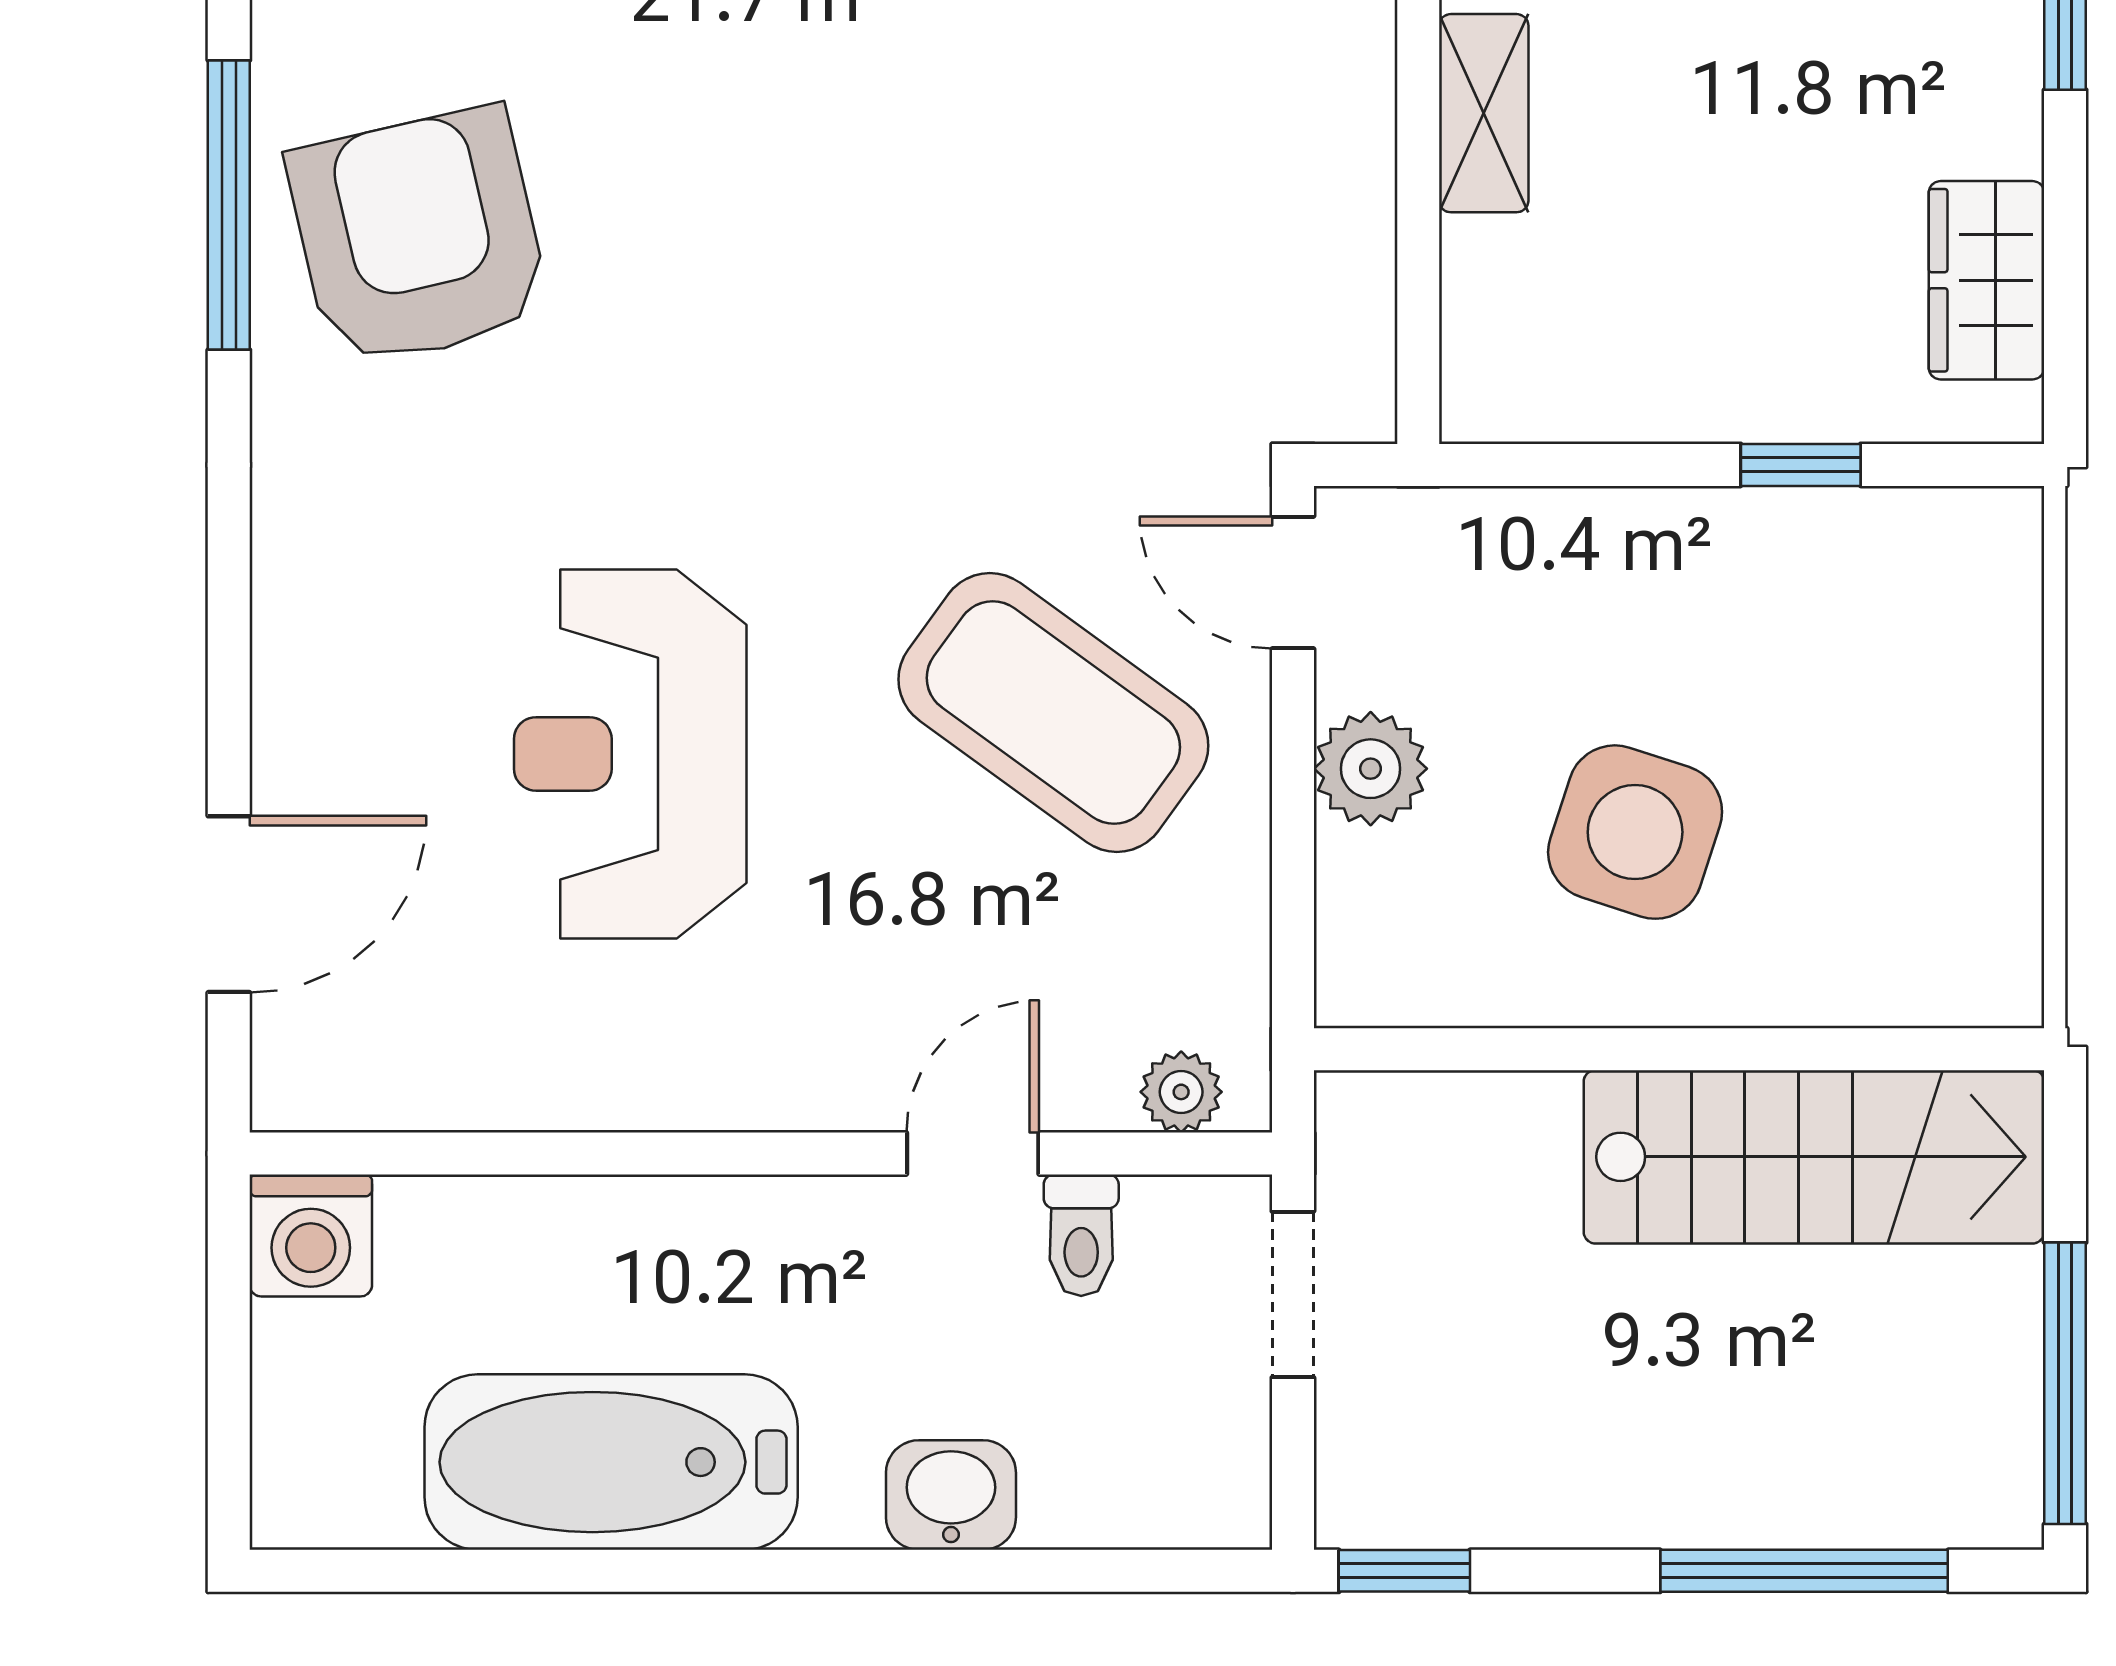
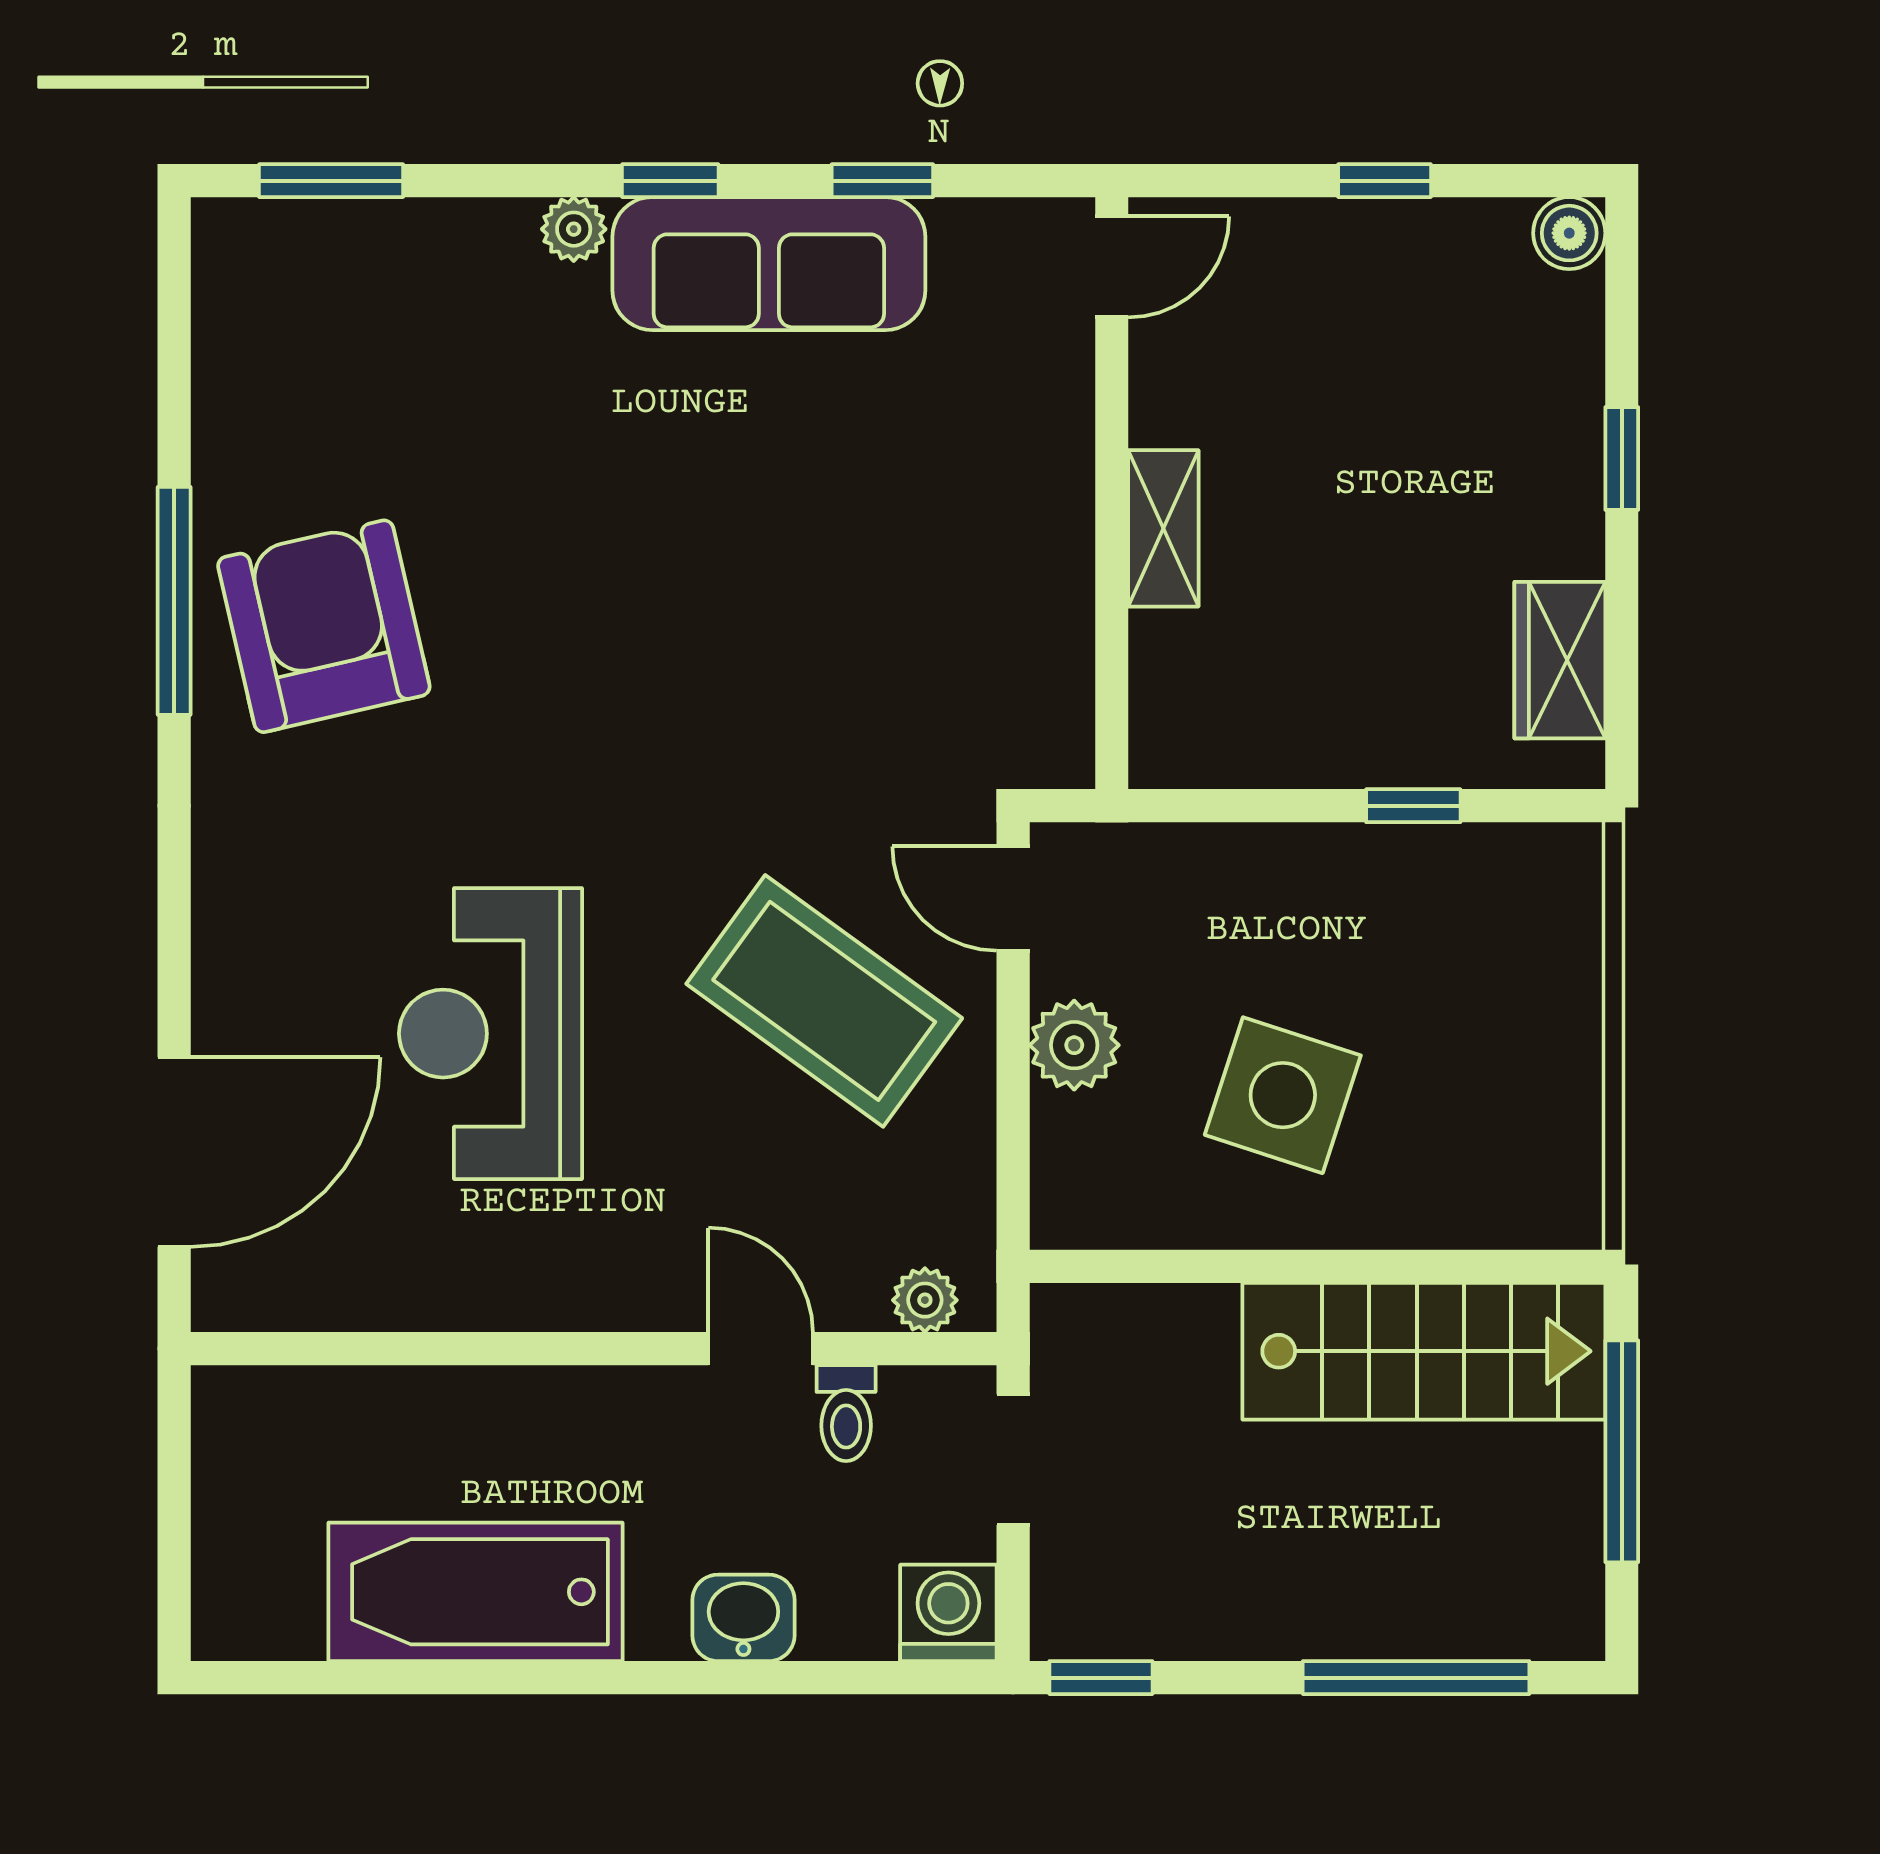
door: (229, 904) -> (174, 1152), width x1.36
door: (973, 1153) -> (761, 1349), hinge flipped
washing machine: (311, 1235) -> (948, 1613), moved, turned 180
window: (2065, 1383) -> (1622, 1451), moved

